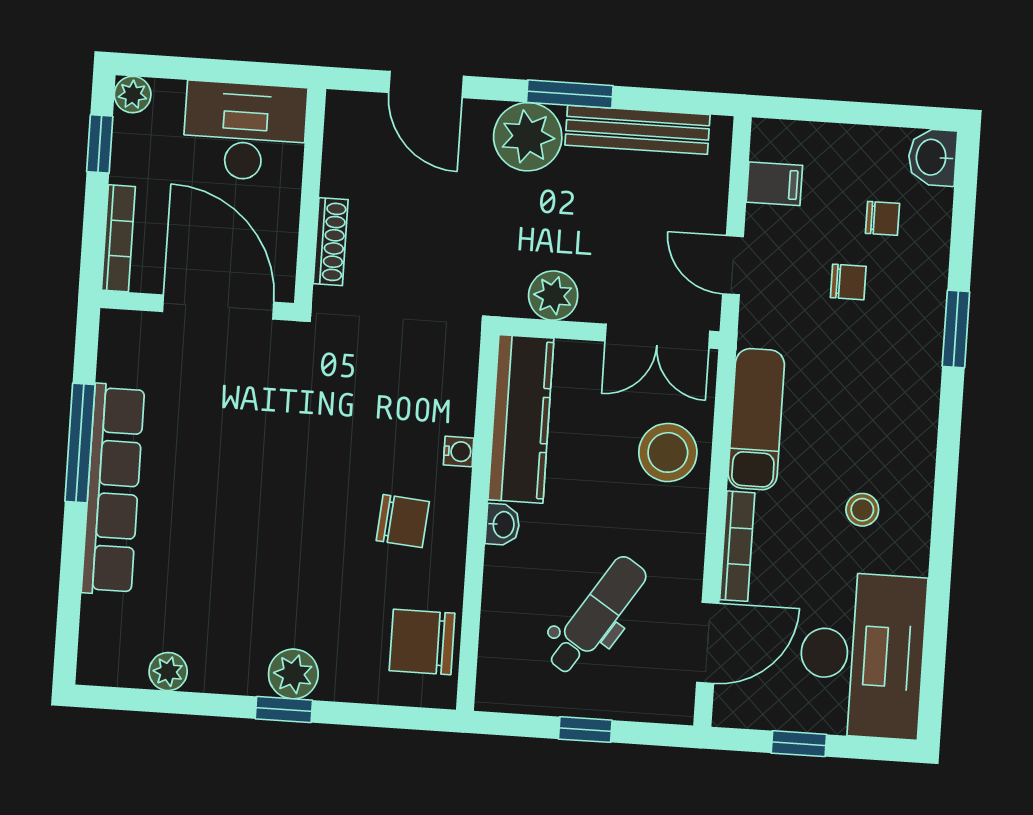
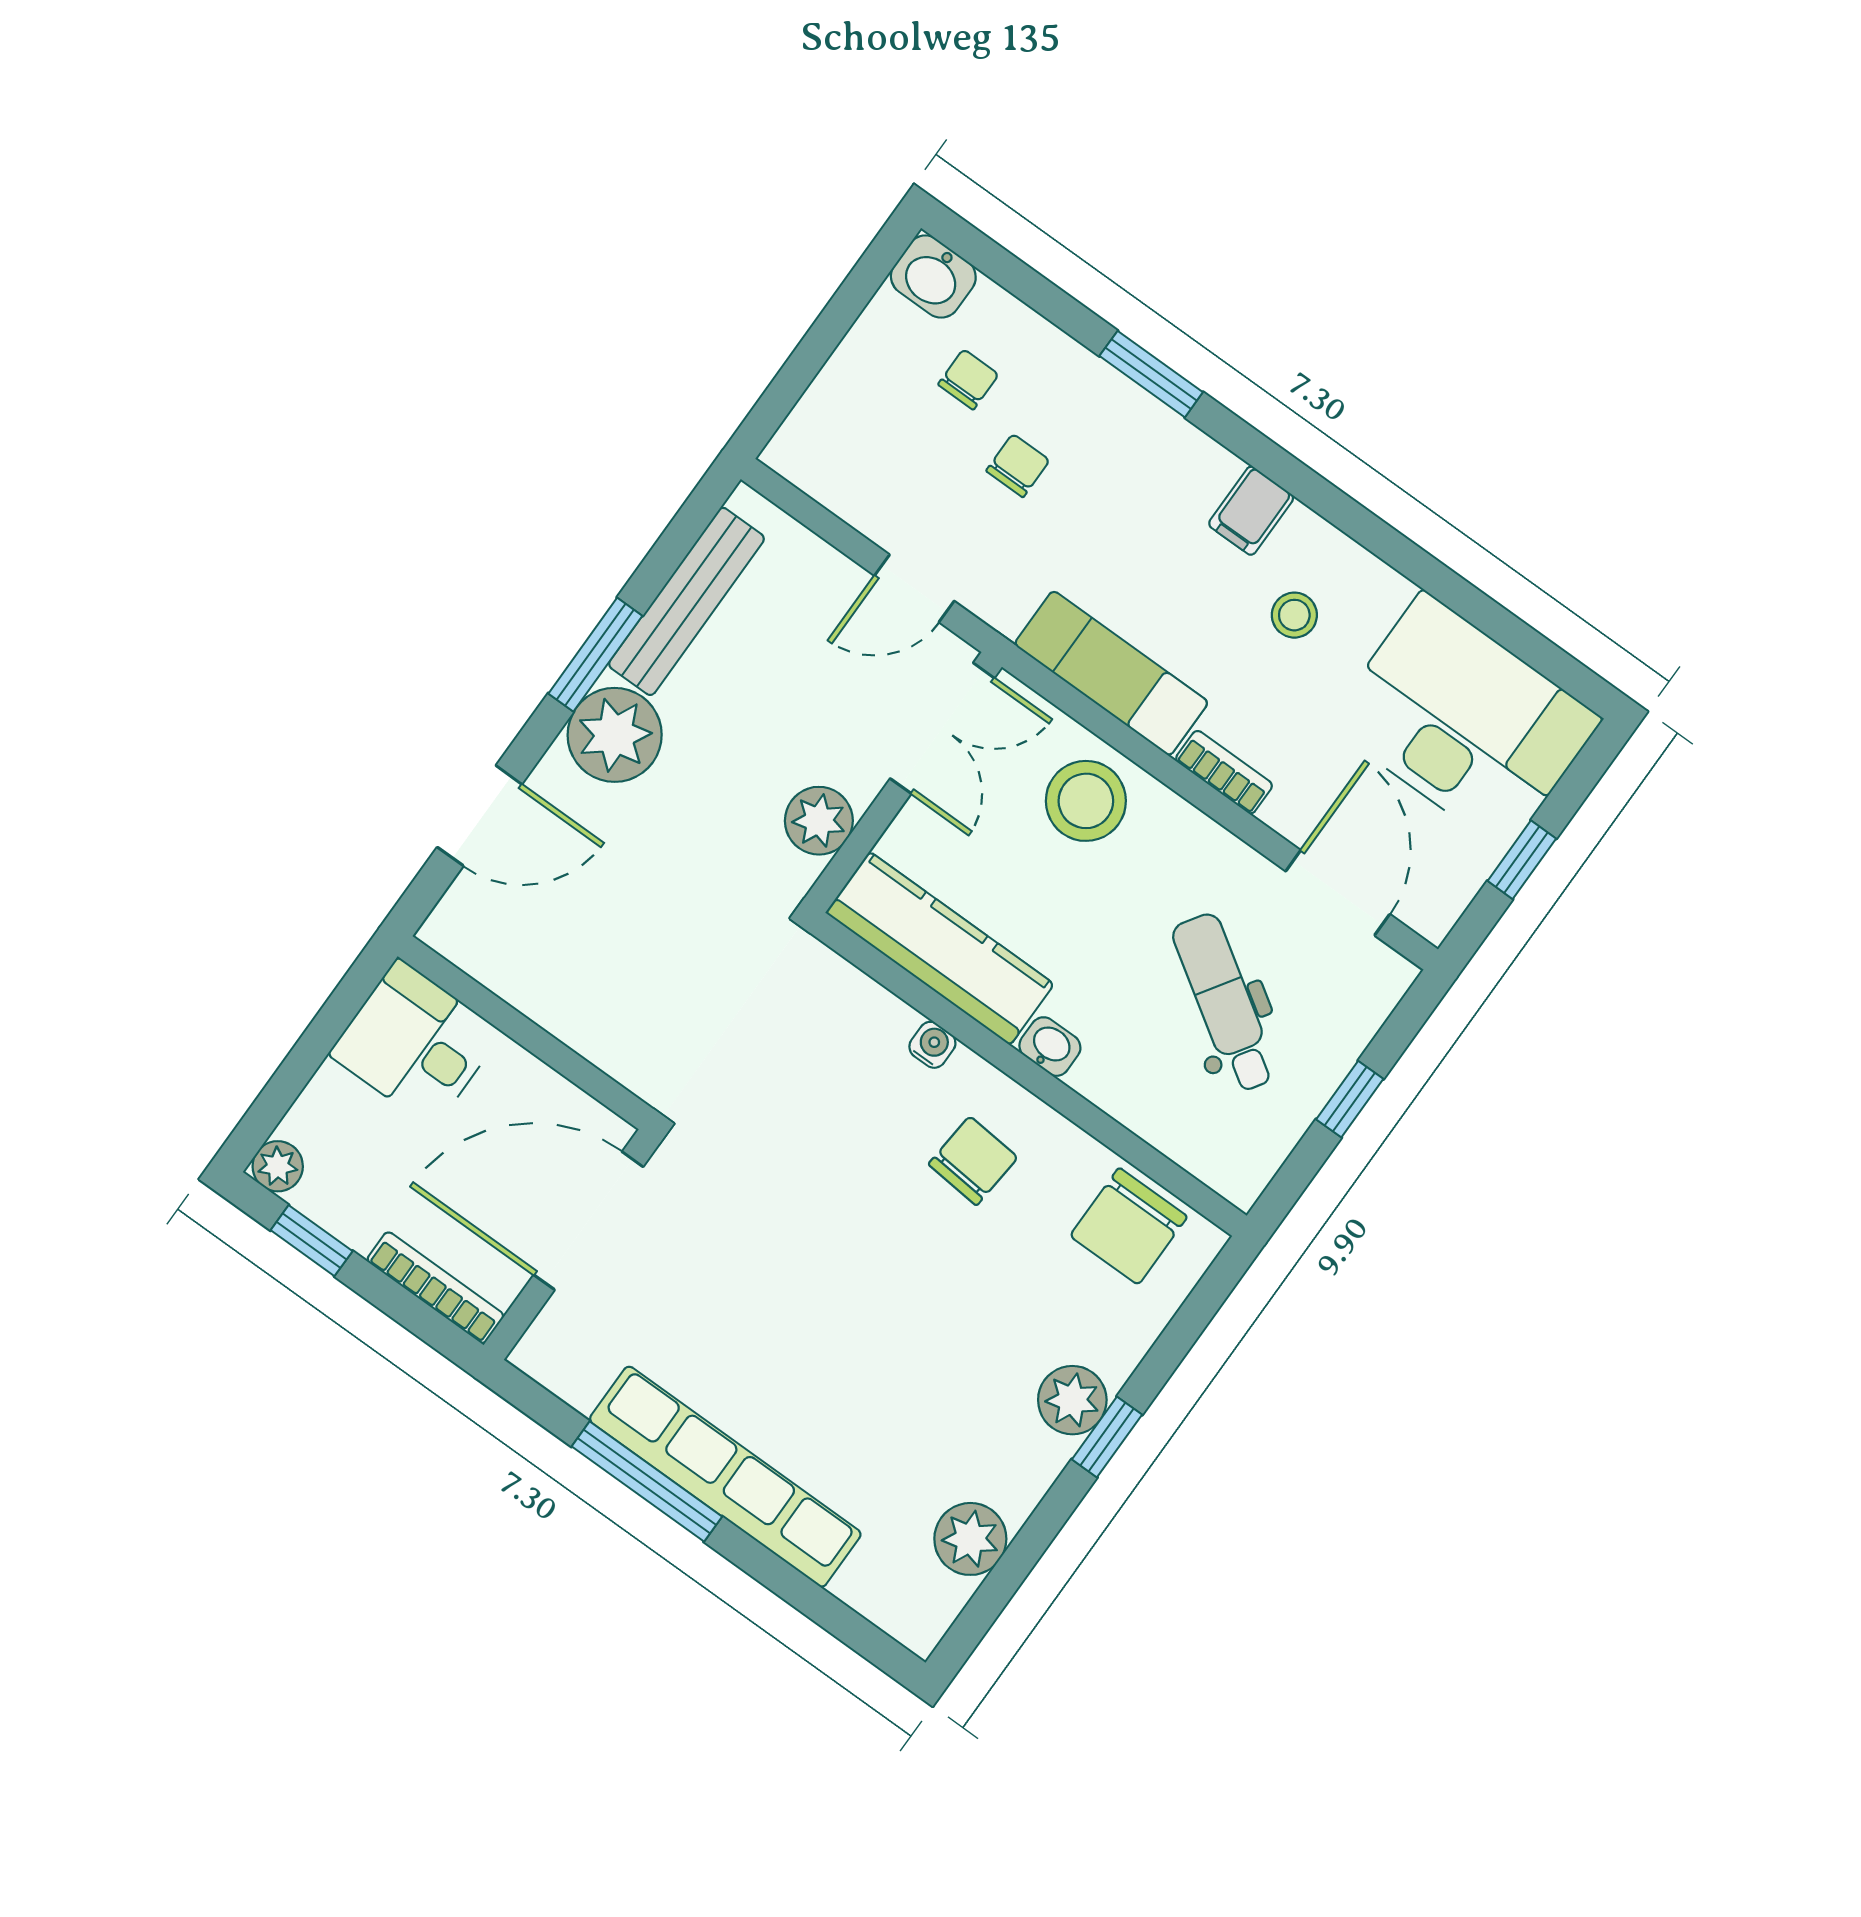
desk: (245, 131) -> (415, 1043), width x0.73
filing cabinet: (774, 184) -> (1251, 511), moved, turned 180
shoe rack: (331, 242) -> (594, 1042), removed
bookcase: (737, 546) -> (1224, 772), width x0.64
plant: (168, 672) -> (970, 1539), width x1.38, depth x1.38

